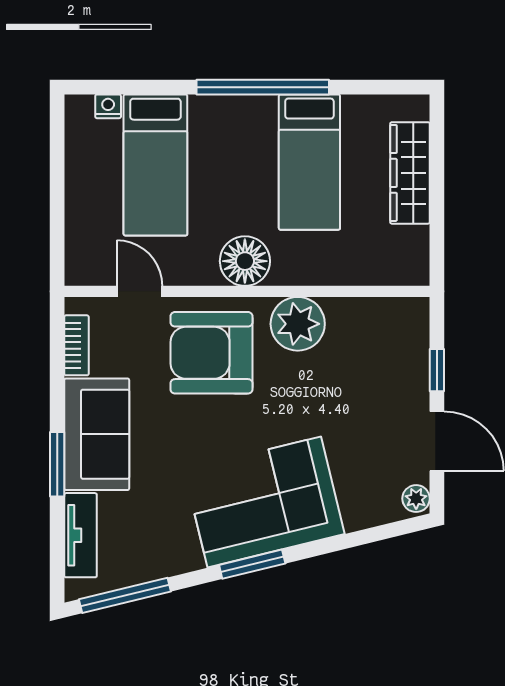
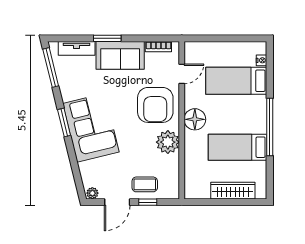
armchair: (211, 353) -> (155, 105), turned 180
coffee table: (396, 377) -> (145, 184), added

